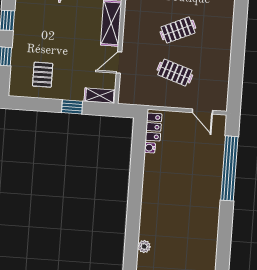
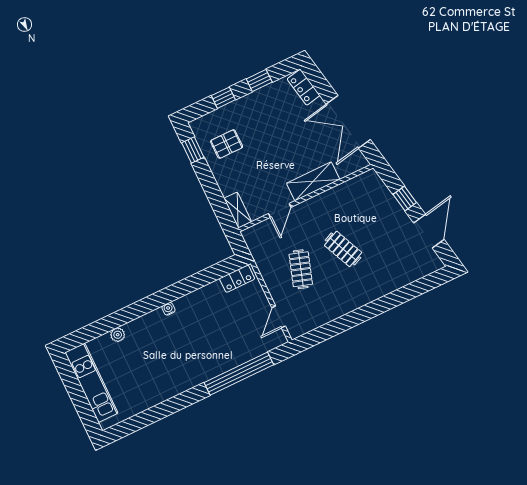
door: (119, 63) -> (280, 210), swing flipped
window: (72, 107) -> (193, 150), moved
water cooler: (150, 148) -> (168, 309), moved

